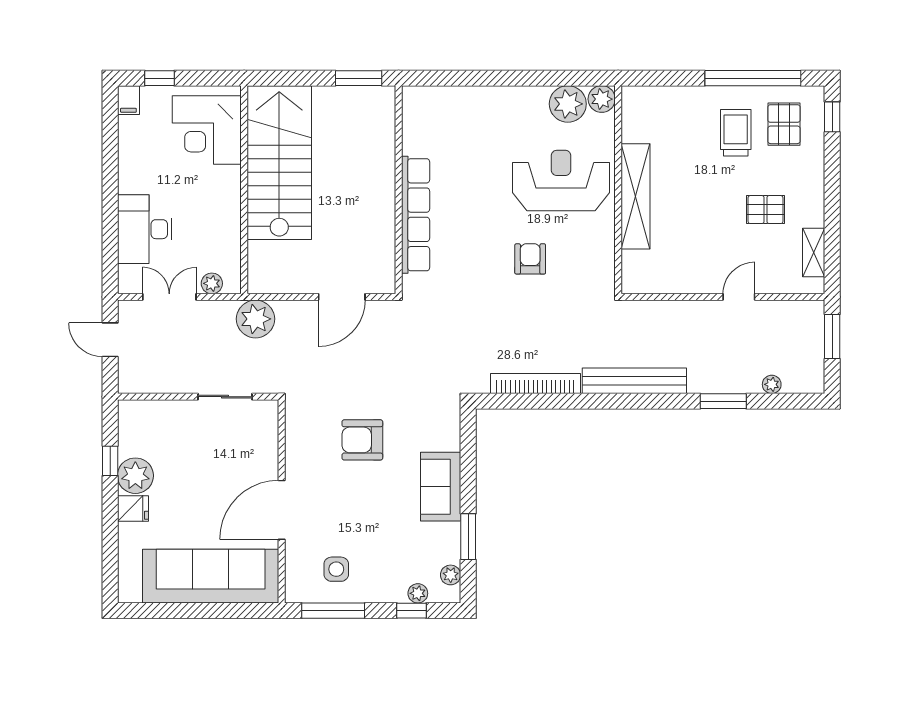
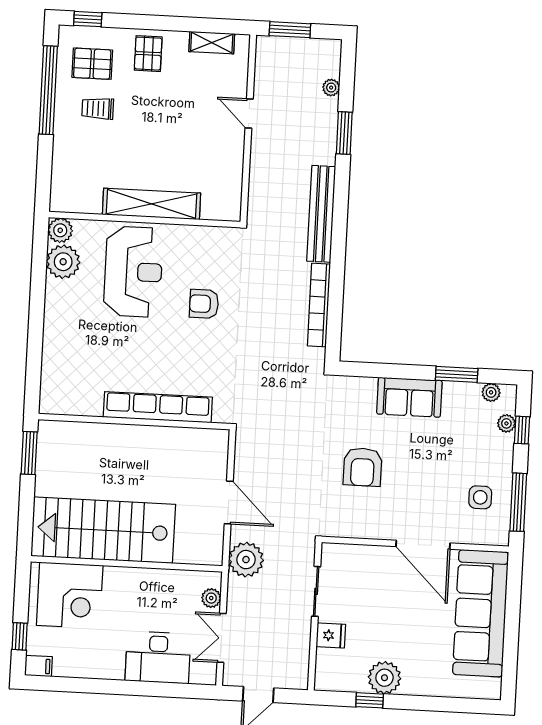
trolley: (736, 133) -> (98, 109), width x0.73, depth x0.72
reception desk: (561, 181) -> (133, 272), turned 180
pallet: (766, 210) -> (148, 54), moved
door: (342, 297) -> (229, 503), moved
fridge: (133, 508) -> (331, 635), moved, turned 90

